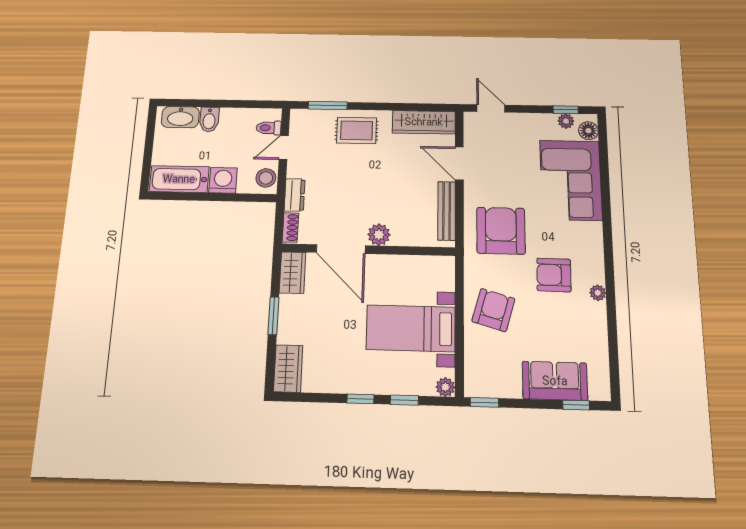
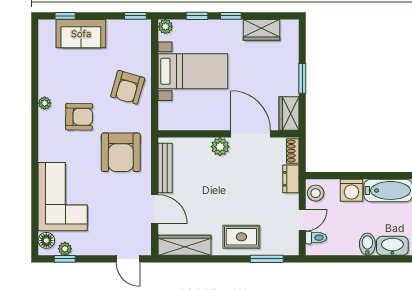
wardrobe: (288, 369) -> (262, 30), moved, turned -90

